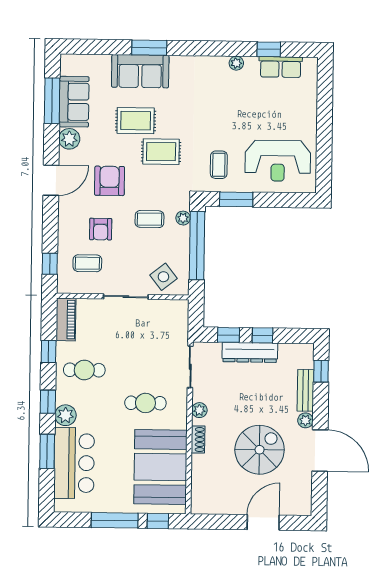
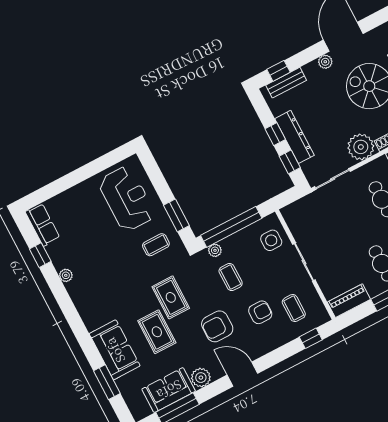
window: (149, 48) -> (107, 382), moved
row of seats: (281, 67) -> (43, 225), moved
side table: (163, 277) -> (271, 240), turned 38
bench: (305, 390) -> (286, 83), moved
plant: (199, 410) -> (361, 147), width x1.88, depth x1.88

